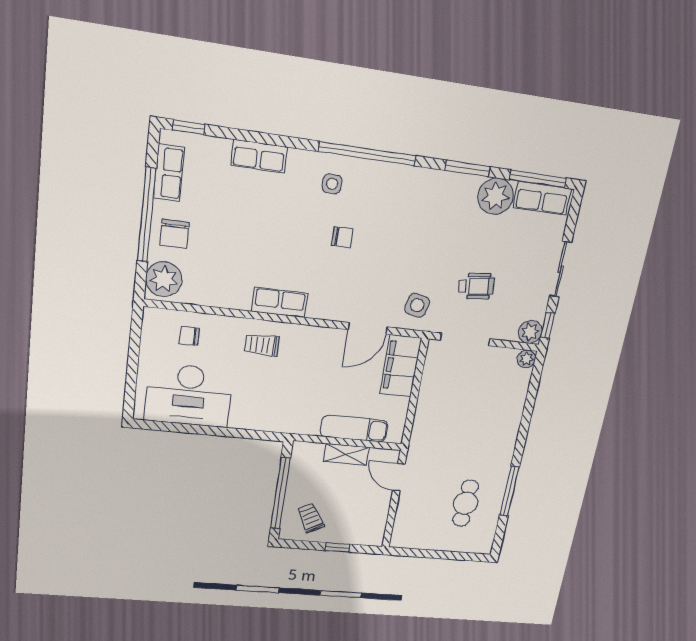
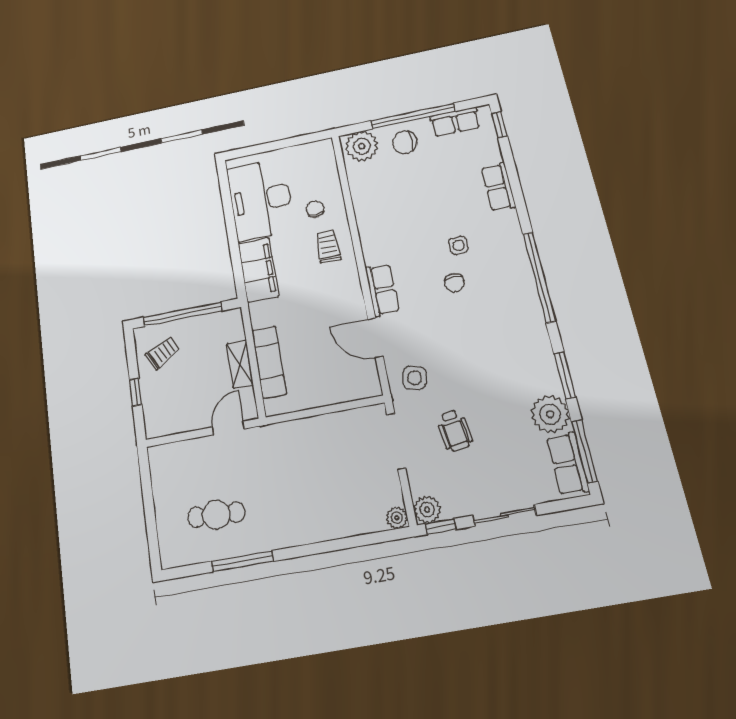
side table: (332, 184) -> (459, 245), moved
row of seats: (280, 302) -> (382, 290), moved
chair: (189, 336) -> (315, 209), moved
filing cabinet: (401, 366) -> (258, 270), moved, turned 90

